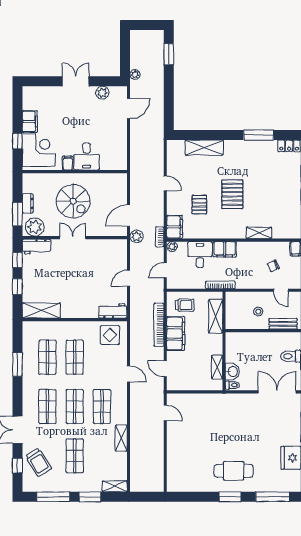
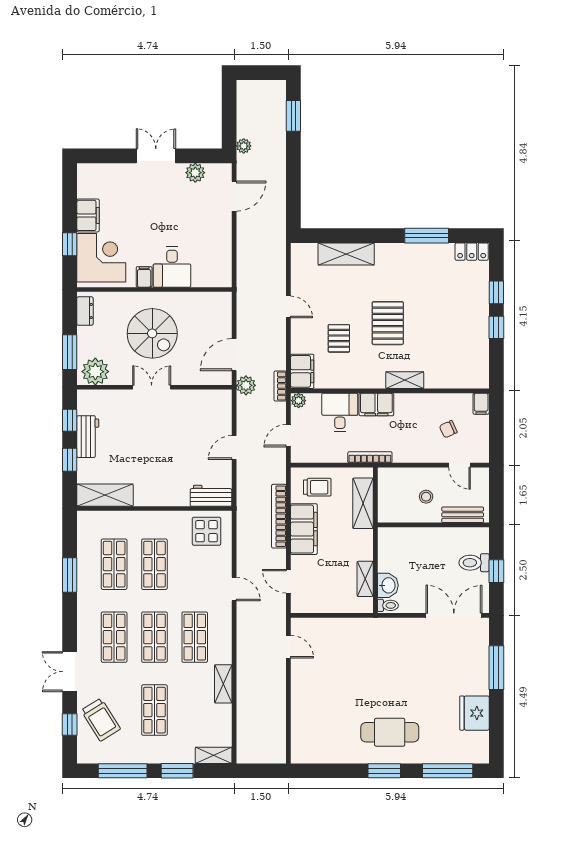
dresser: (28, 203) -> (85, 311), moved
shelving: (259, 233) -> (405, 380), moved
workbench: (37, 246) -> (88, 437), moved, turned -90

